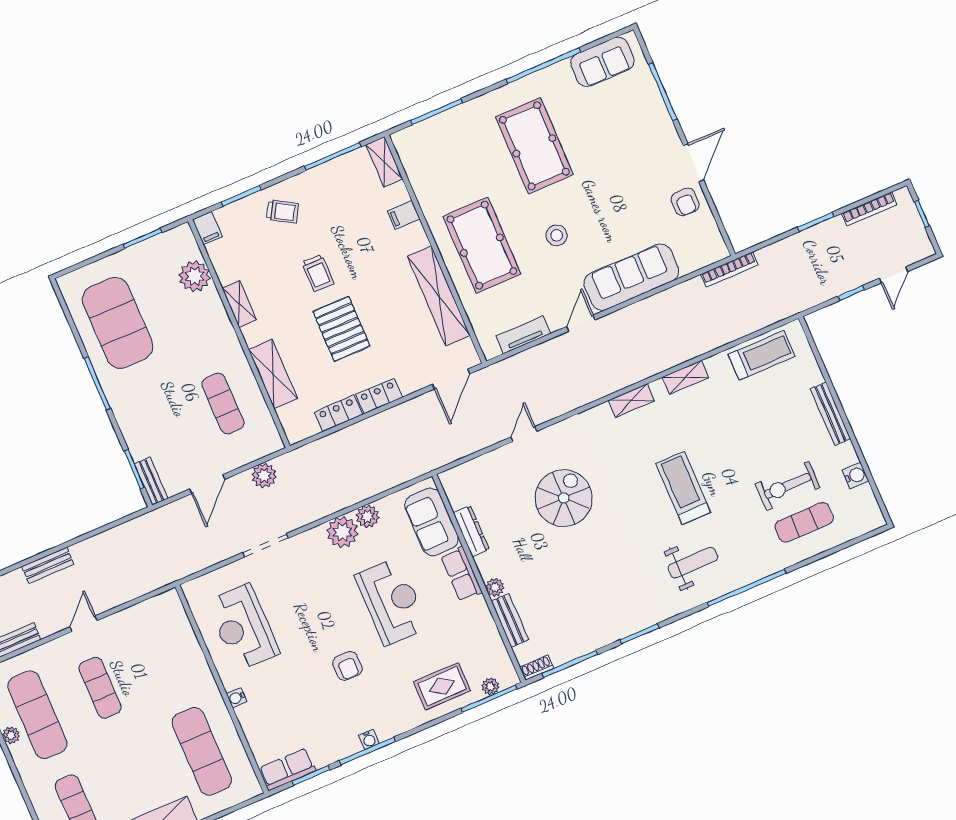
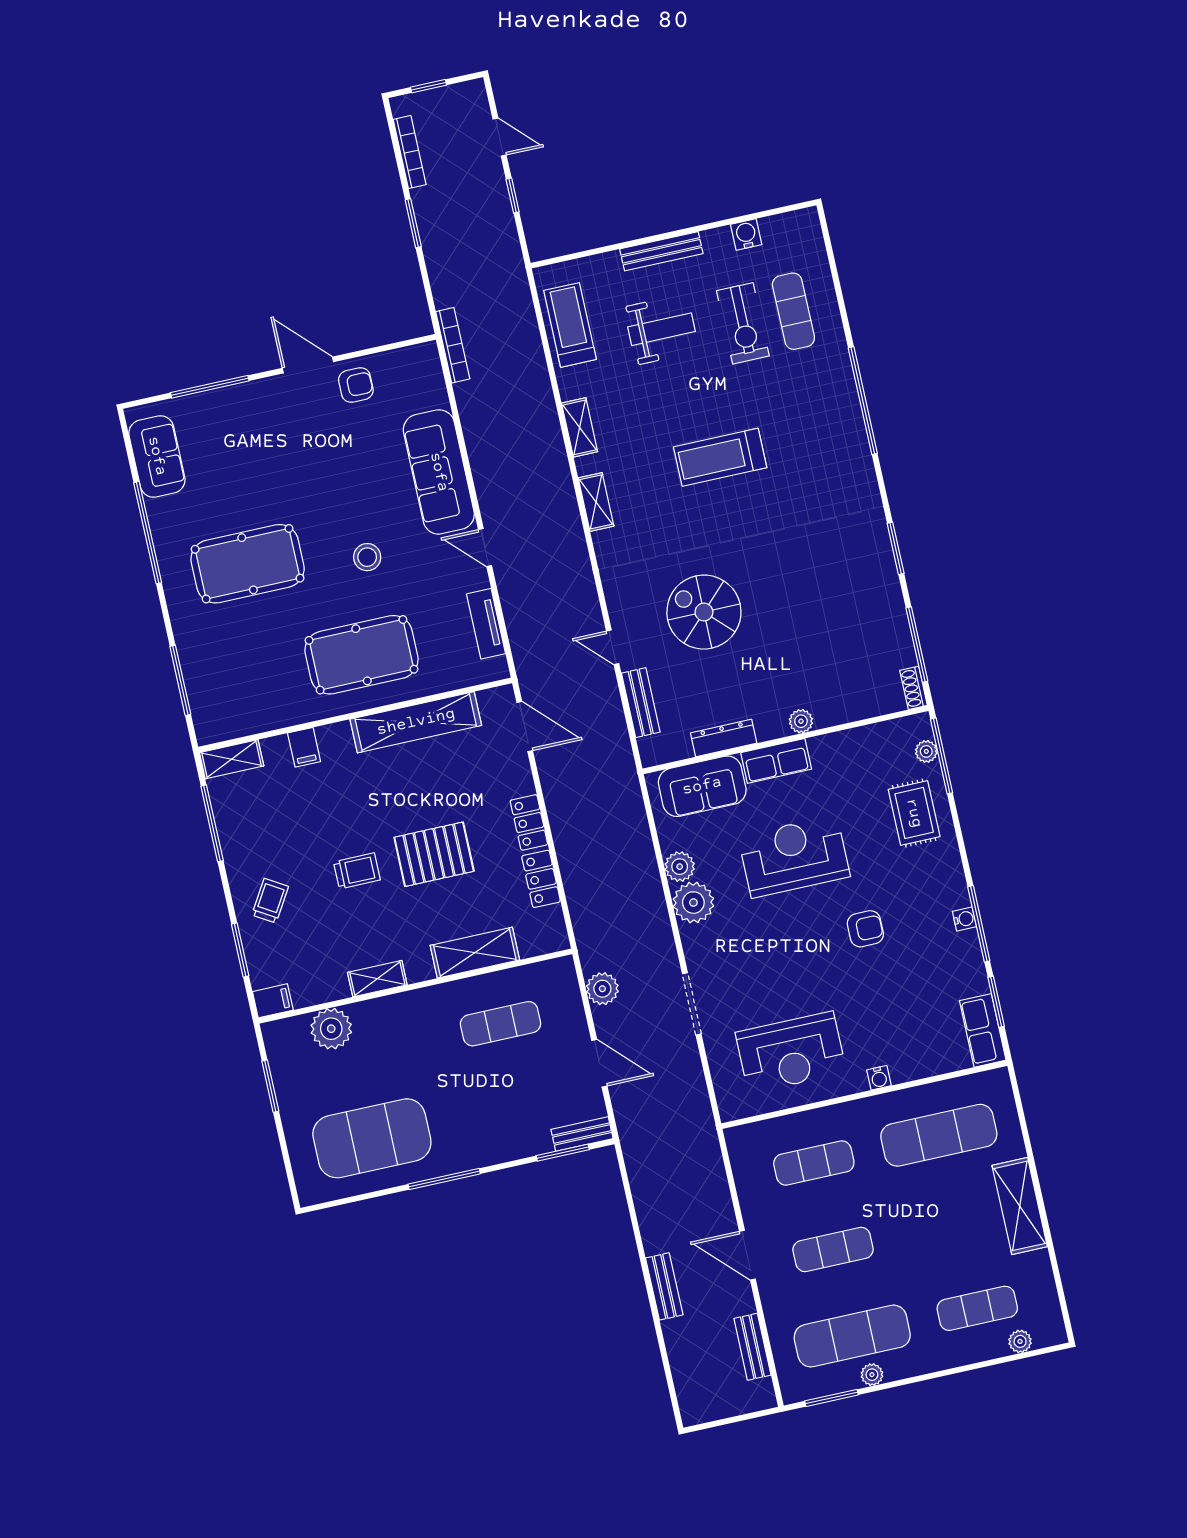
weight bench: (693, 563) -> (662, 329), moved, turned 90
bench: (510, 620) -> (641, 703), moved, turned 90
door: (83, 624) -> (747, 1255), width x1.38
exercise mat: (163, 661) -> (814, 1163), added

